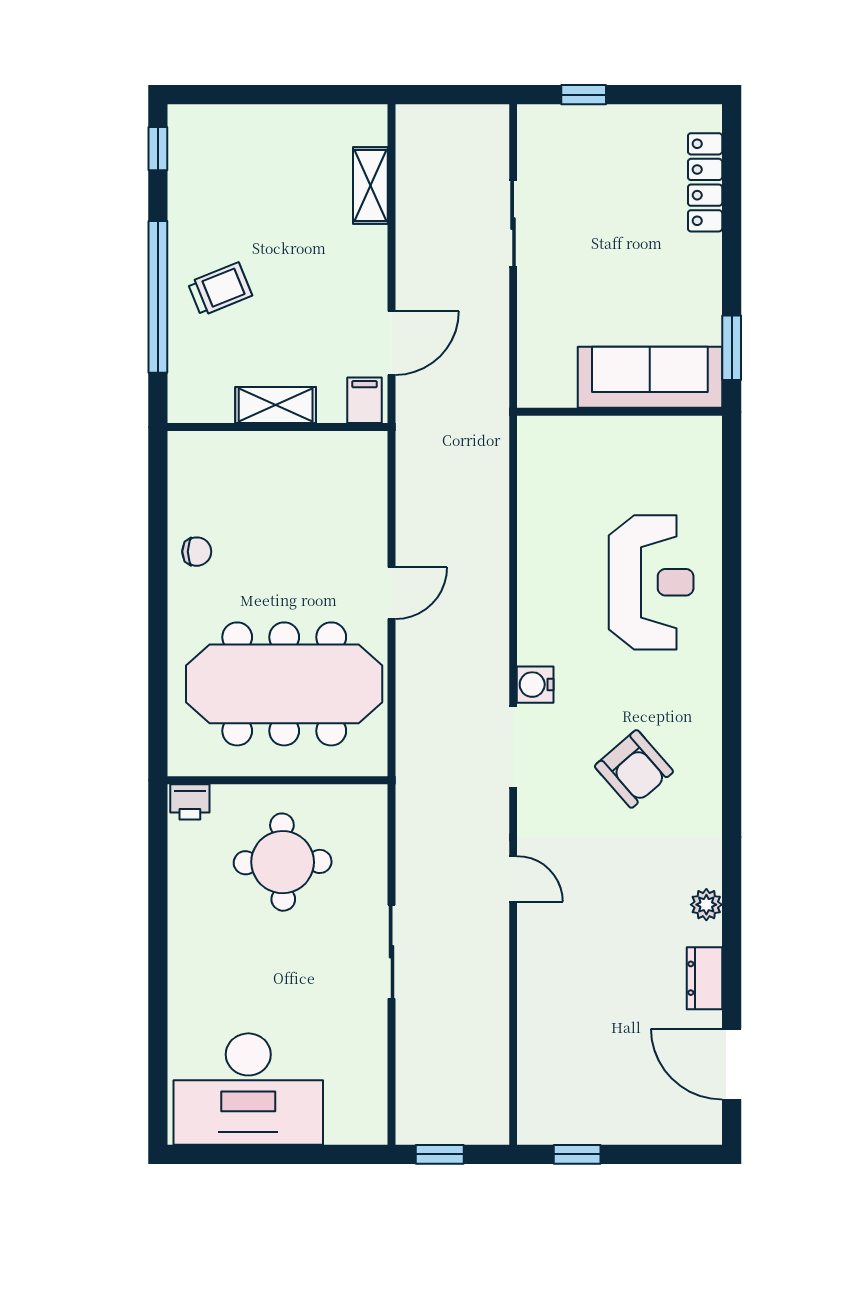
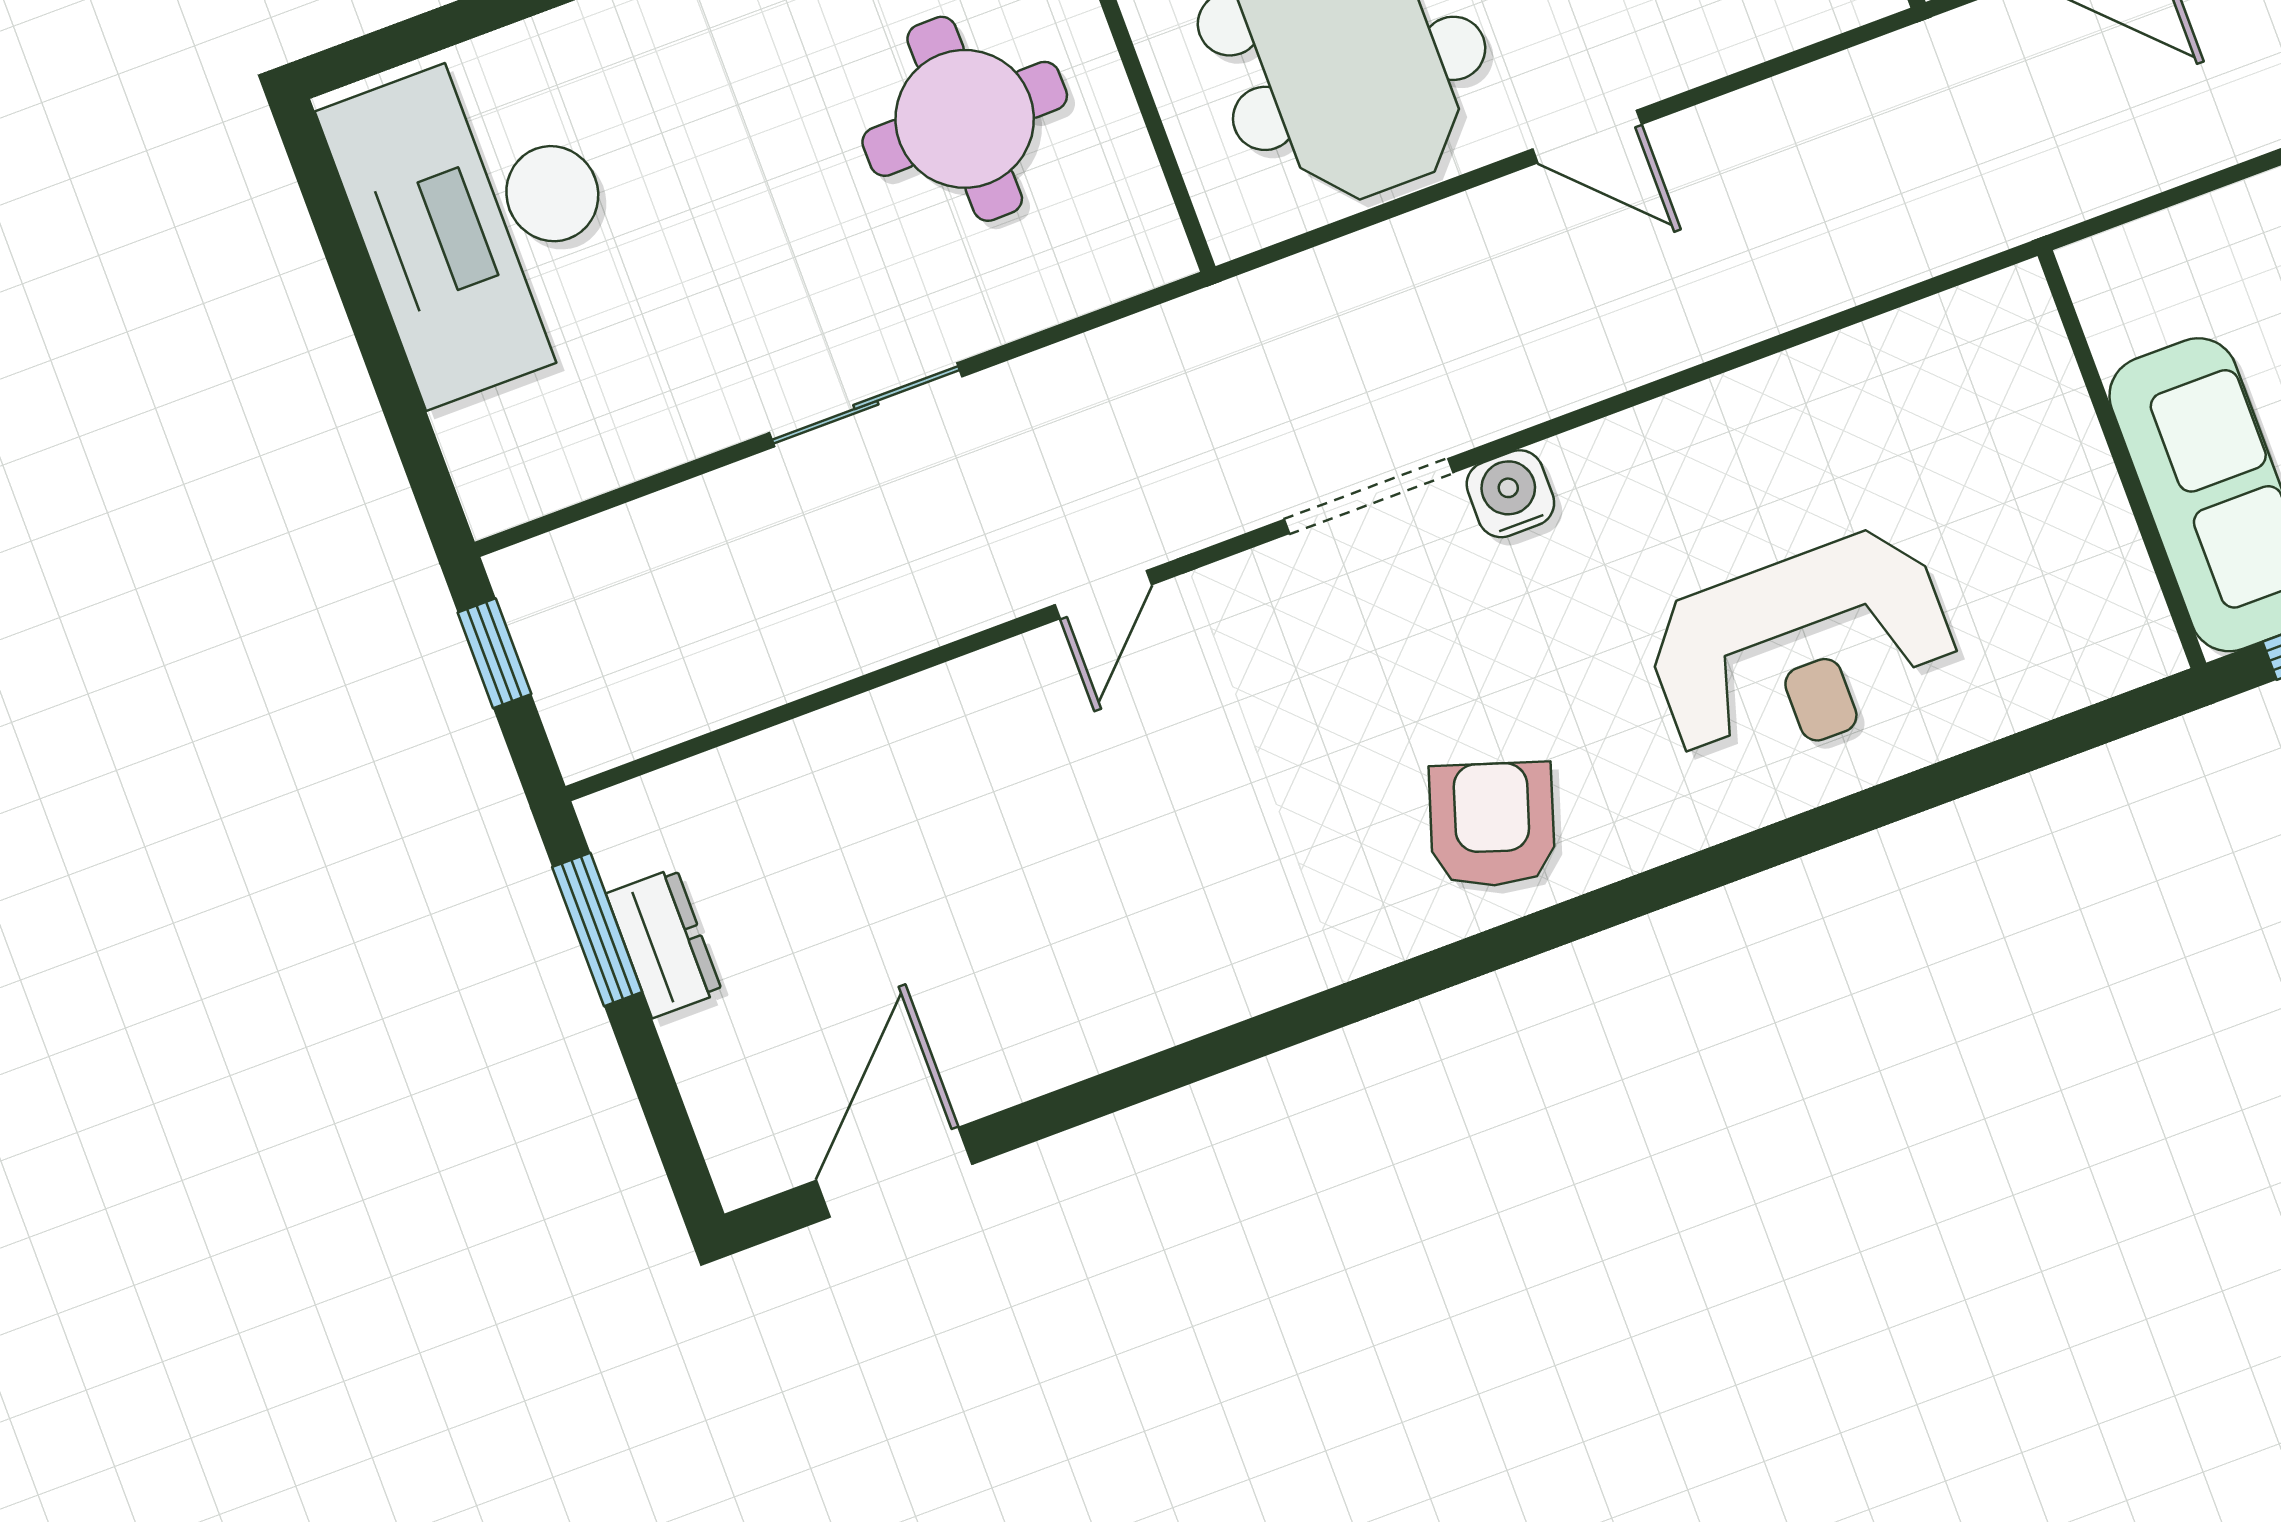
armchair: (634, 769) -> (1492, 825), moved, turned 149
plant: (706, 905) -> (1196, 1002), removed
dresser: (704, 978) -> (664, 943), moved, turned 90
window: (577, 1154) -> (597, 929), width x1.50

